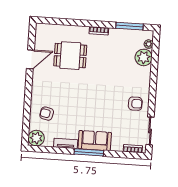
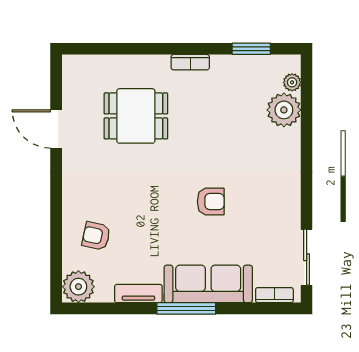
window: (130, 26) -> (251, 49), width x0.69
door: (30, 59) -> (56, 129), swing flipped
armchair: (135, 104) -> (211, 202), moved
sofa: (95, 141) -> (208, 284), width x1.36

